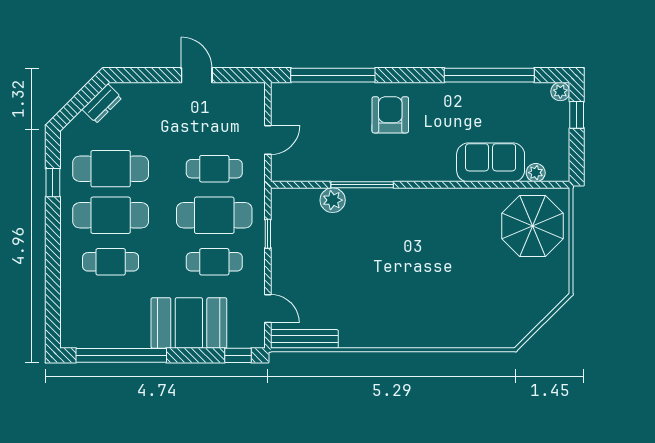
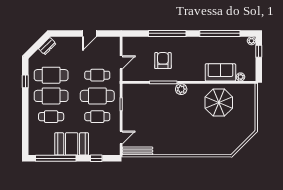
door: (197, 75) -> (89, 33), swing flipped
window: (333, 75) -> (167, 33), moved
armchair: (390, 115) -> (163, 61), moved
plant: (333, 200) -> (181, 89), moved
parasol: (533, 226) -> (219, 103), moved
door: (268, 309) -> (121, 137), hinge flipped
booth: (189, 323) -> (72, 144), moved
window: (238, 355) -> (96, 158), moved

